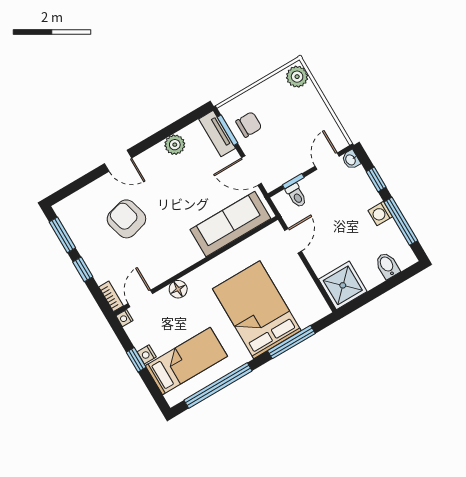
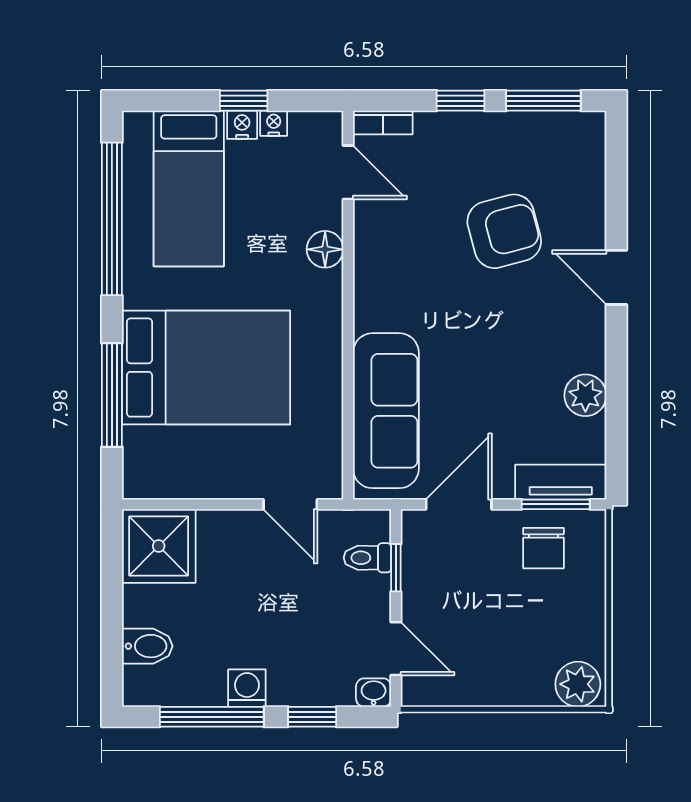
door: (118, 161) -> (616, 277), hinge flipped
nightstand: (124, 318) -> (274, 123), moved

